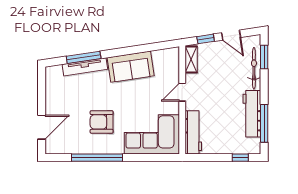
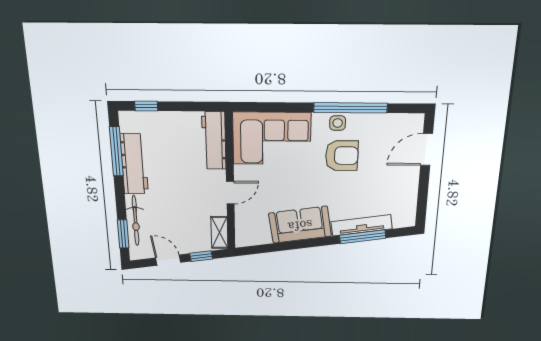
side table: (105, 146) -> (338, 123), added

